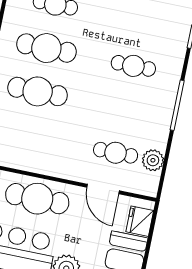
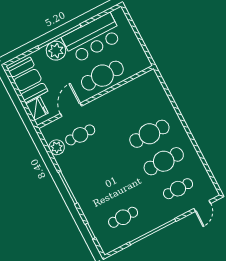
cafe table: (133, 66) -> (123, 217), moved
door: (103, 189) -> (71, 110), hinge flipped

